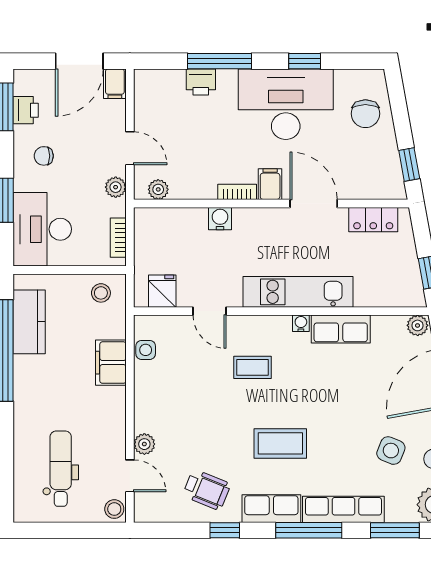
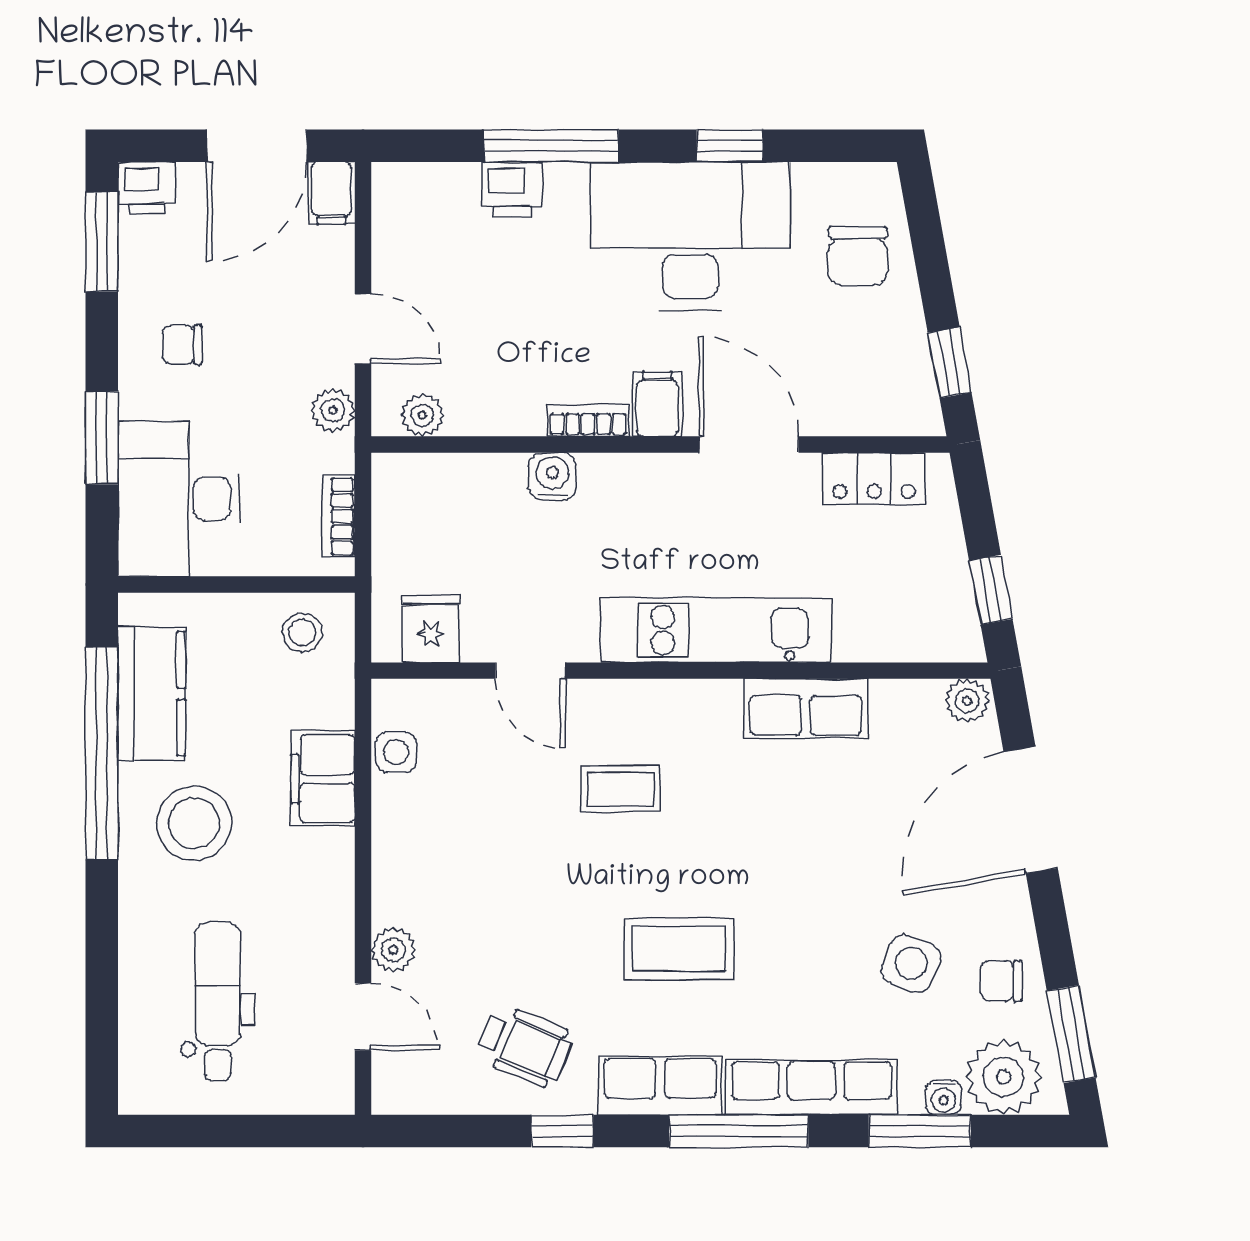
printer: (26, 110) -> (147, 188), moved, turned 90
water cooler: (301, 323) -> (944, 1097), moved, turned 180
stool: (114, 509) -> (194, 823), moved, width x1.89, depth x1.89

